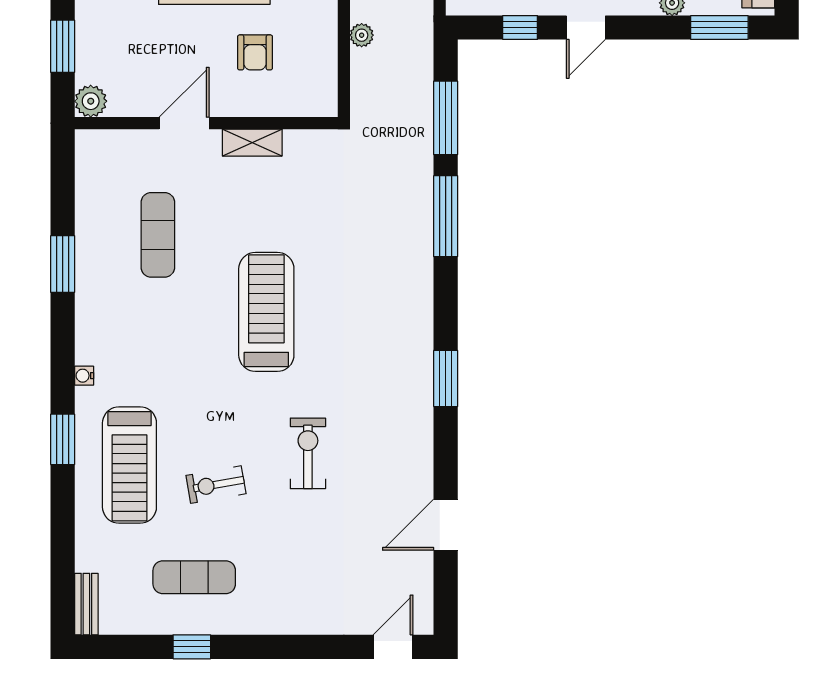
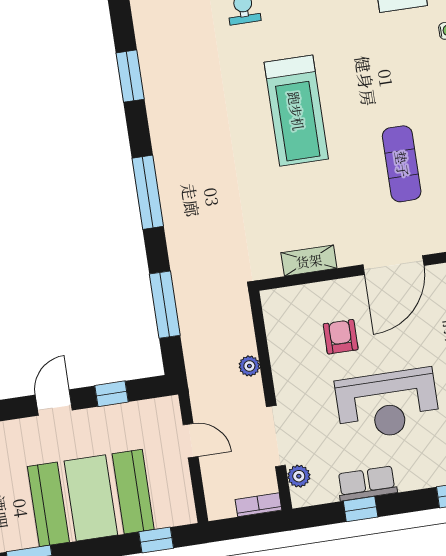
door: (184, 123) -> (393, 265), width x1.36
shelving: (252, 143) -> (309, 261), moved
window: (446, 216) -> (148, 192), moved

